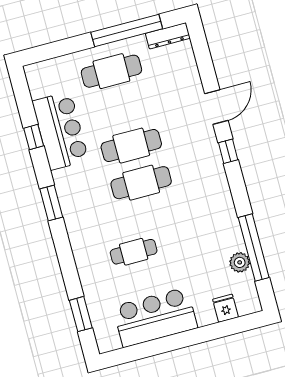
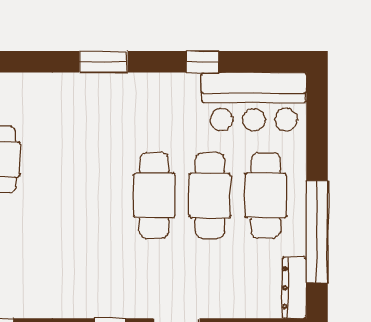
bar counter: (60, 131) -> (254, 102), moved
cafe table: (141, 183) -> (210, 195), moved

